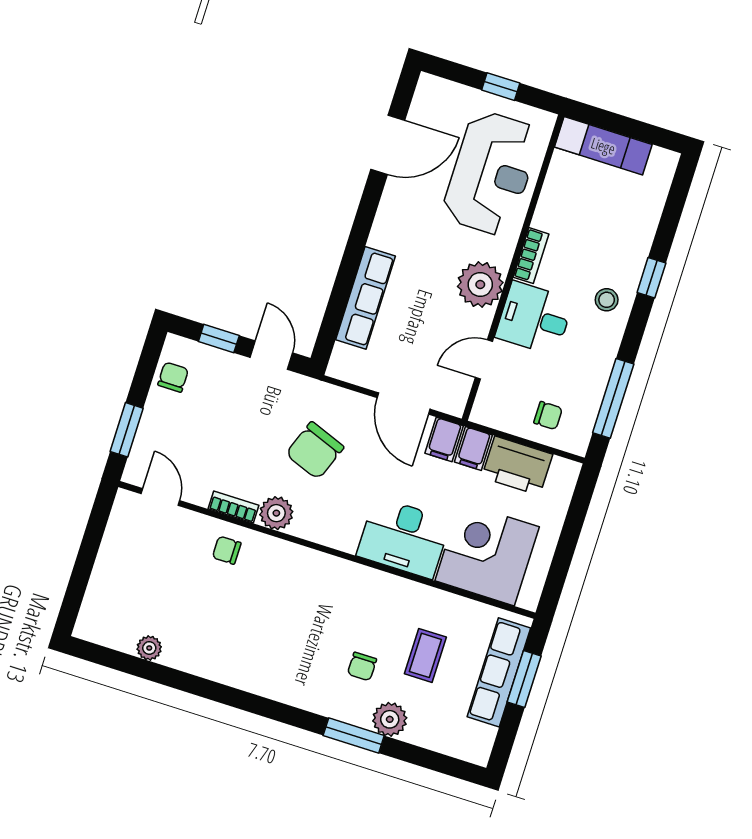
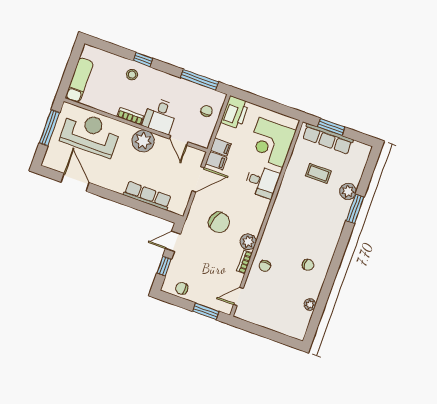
window: (501, 87) -> (49, 128), width x2.17
stool: (607, 300) -> (132, 75), moved
printer: (517, 466) -> (235, 112), moved
desk: (404, 538) -> (262, 182), width x0.73
chair: (362, 666) -> (308, 265), moved

